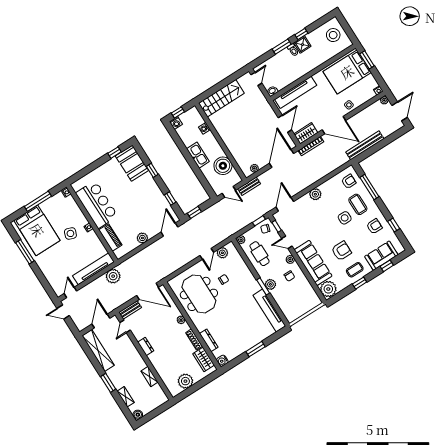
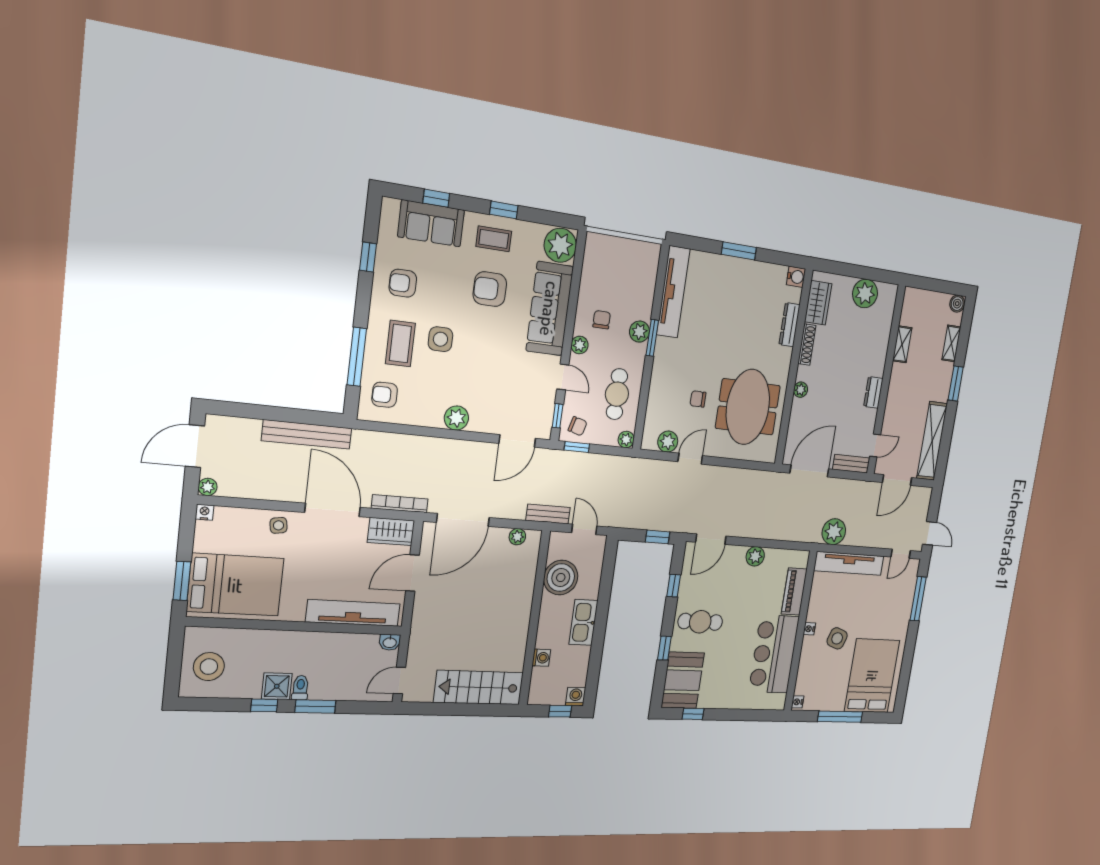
cafe table: (145, 193) -> (700, 622), added
window: (25, 252) -> (918, 599), moved
door: (148, 291) -> (809, 471), hinge flipped

